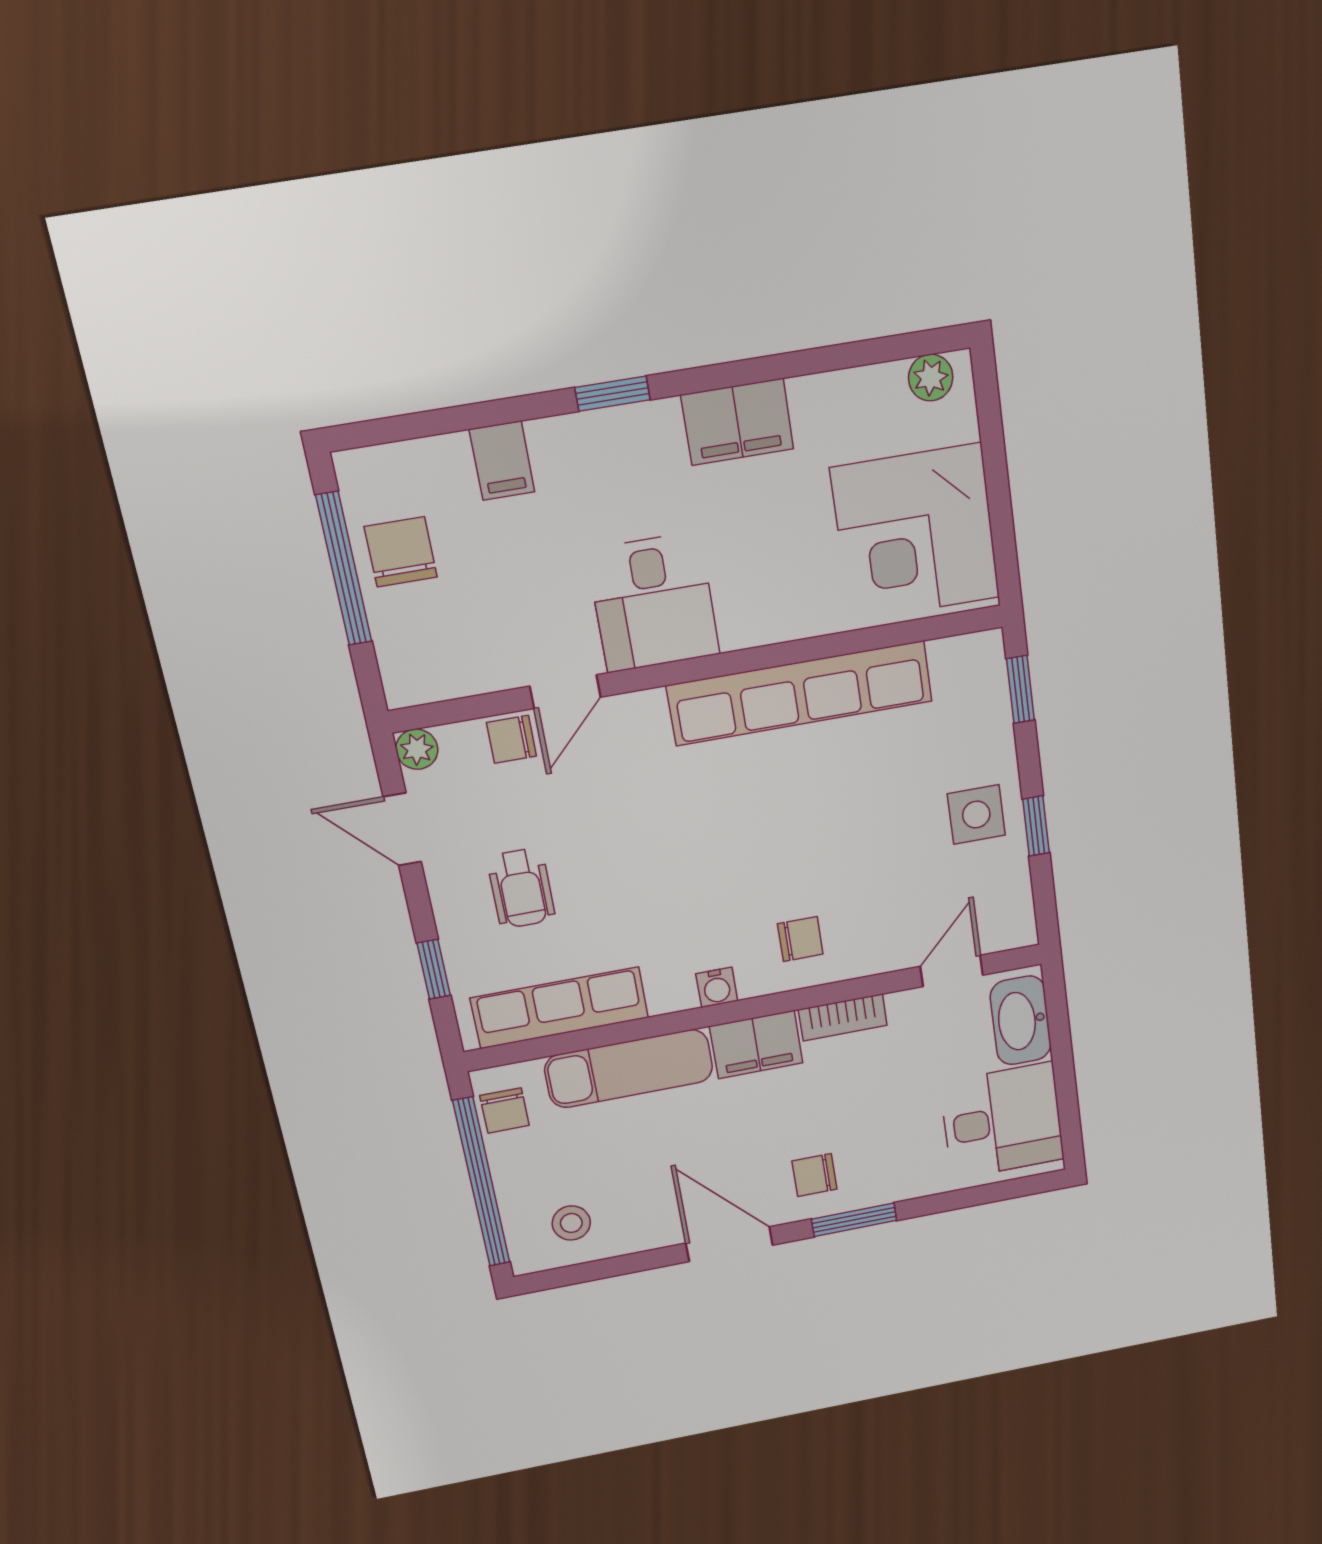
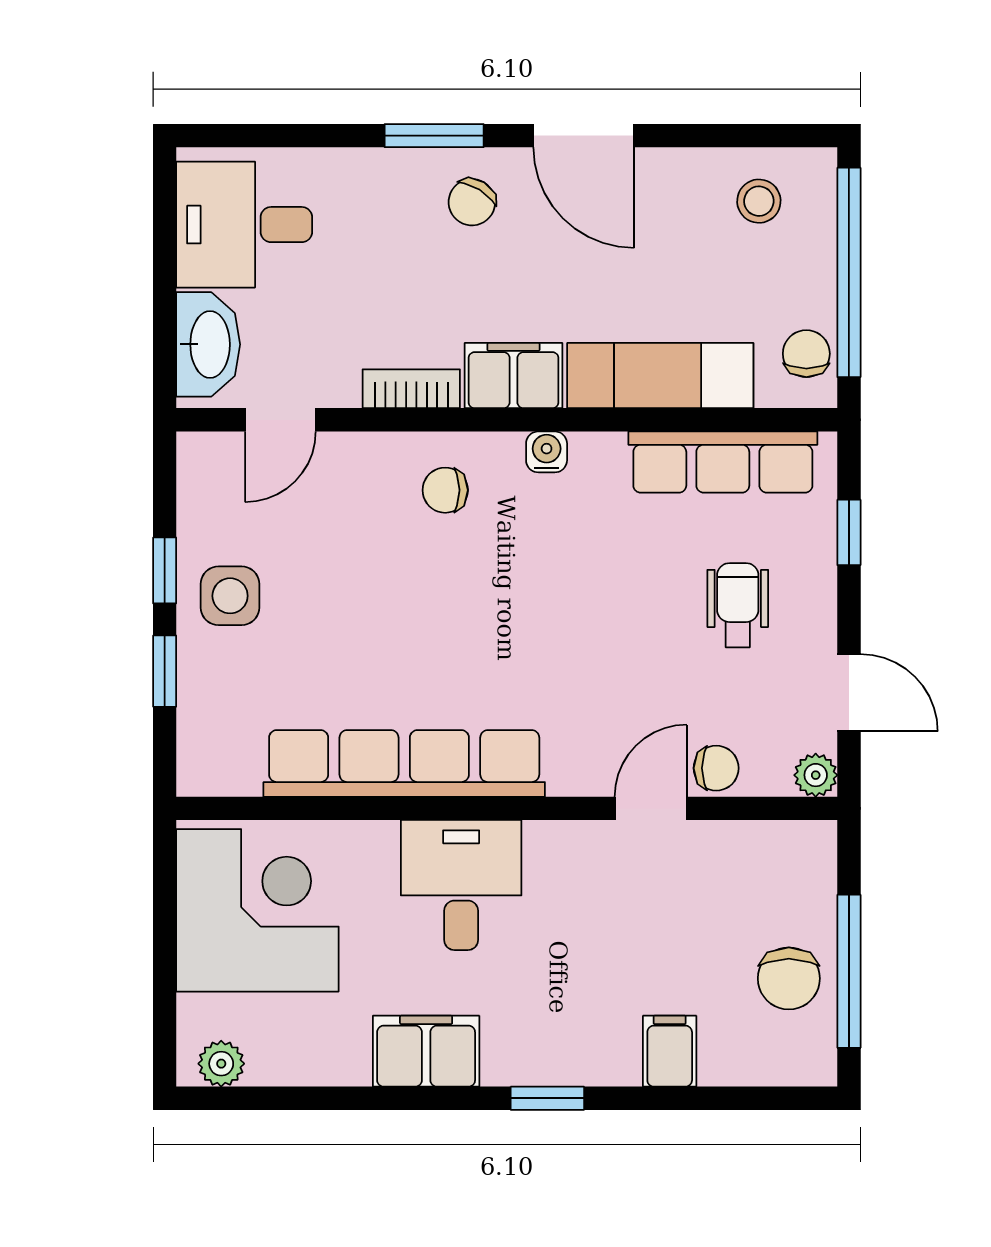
desk: (653, 602) -> (461, 885), moved
window: (1021, 689) -> (165, 671), moved
chair: (814, 1175) -> (472, 202), turned 122

